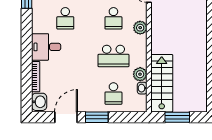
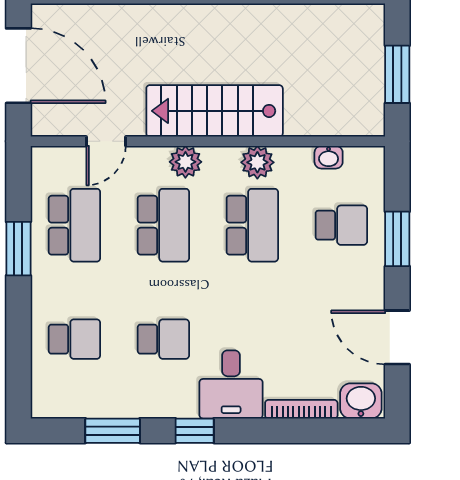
school desk: (113, 18) -> (163, 225), width x1.85
window: (27, 32) -> (195, 431), added
plant: (140, 74) -> (257, 162), moved
stairs: (162, 83) -> (215, 111), moved
window: (97, 117) -> (397, 239), moved

